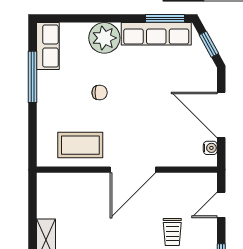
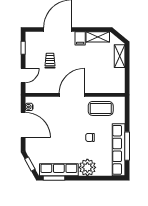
row of seats: (48, 46) -> (119, 150), width x2.02

